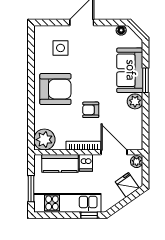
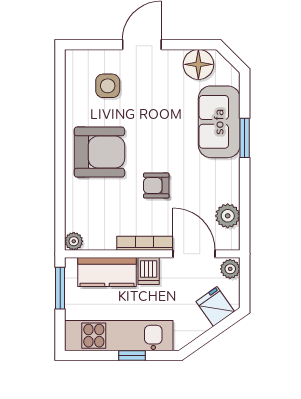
floor lamp: (121, 30) -> (198, 64), width x1.89, depth x1.89
plant: (135, 101) -> (228, 216), moved
plant: (44, 140) -> (74, 241), width x0.53, depth x0.53
window: (31, 189) -> (60, 288), moved
window: (89, 215) -> (132, 356), moved

